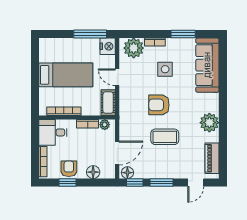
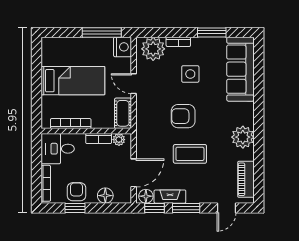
fireplace: (148, 173) -> (170, 197), added

